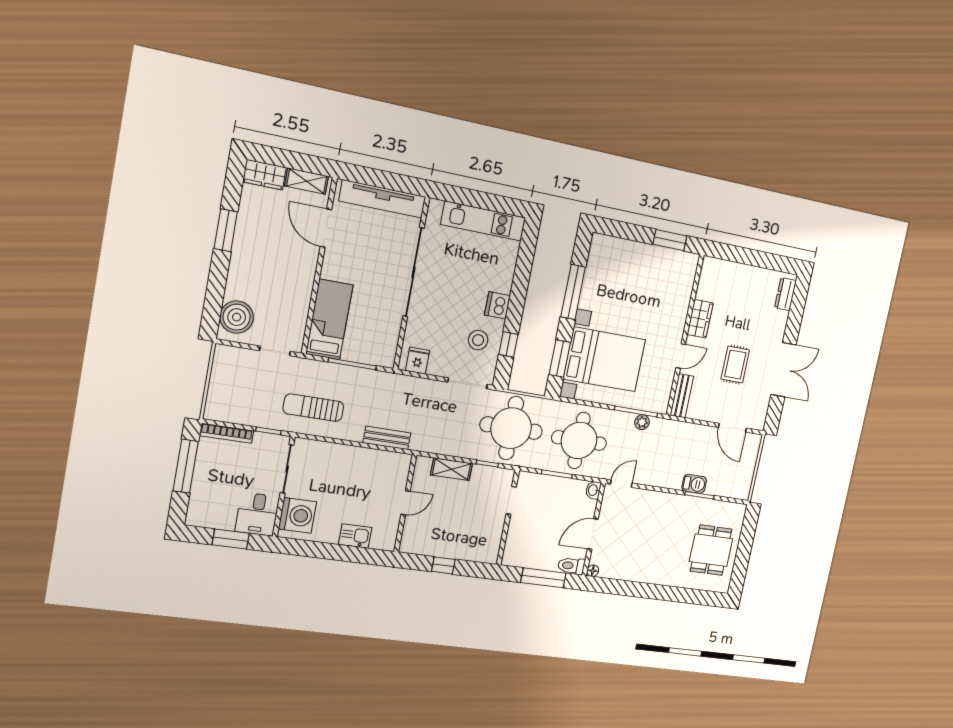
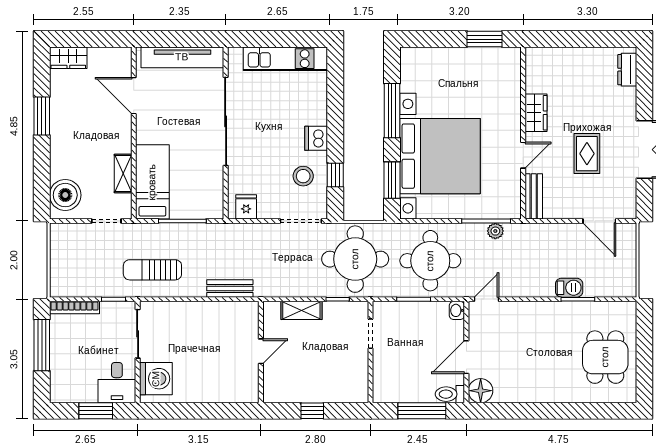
shelving: (307, 181) -> (123, 173), moved, turned 90
bed with nightstands: (604, 359) -> (440, 156), width x1.36
kitchen sink: (355, 536) -> (216, 392), removed
floor lamp: (593, 571) -> (481, 391), width x1.89, depth x1.89

